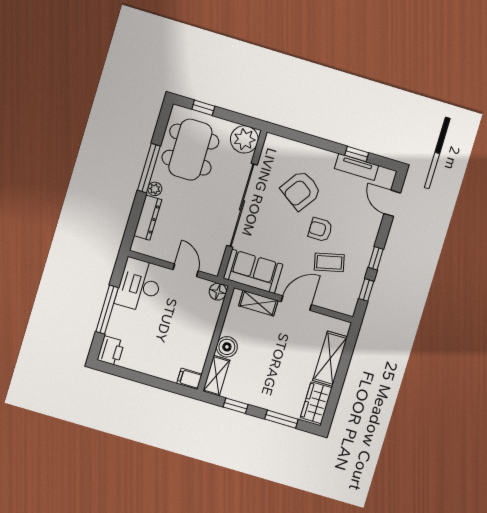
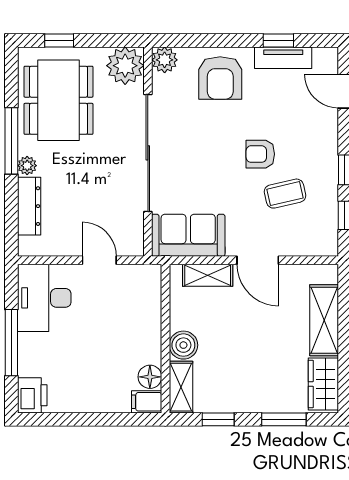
plant: (273, 144) -> (165, 60), added
armchair: (301, 190) -> (220, 78), moved, turned -35
floor lamp: (218, 292) -> (150, 377), moved
door: (296, 303) -> (258, 260), swing flipped

